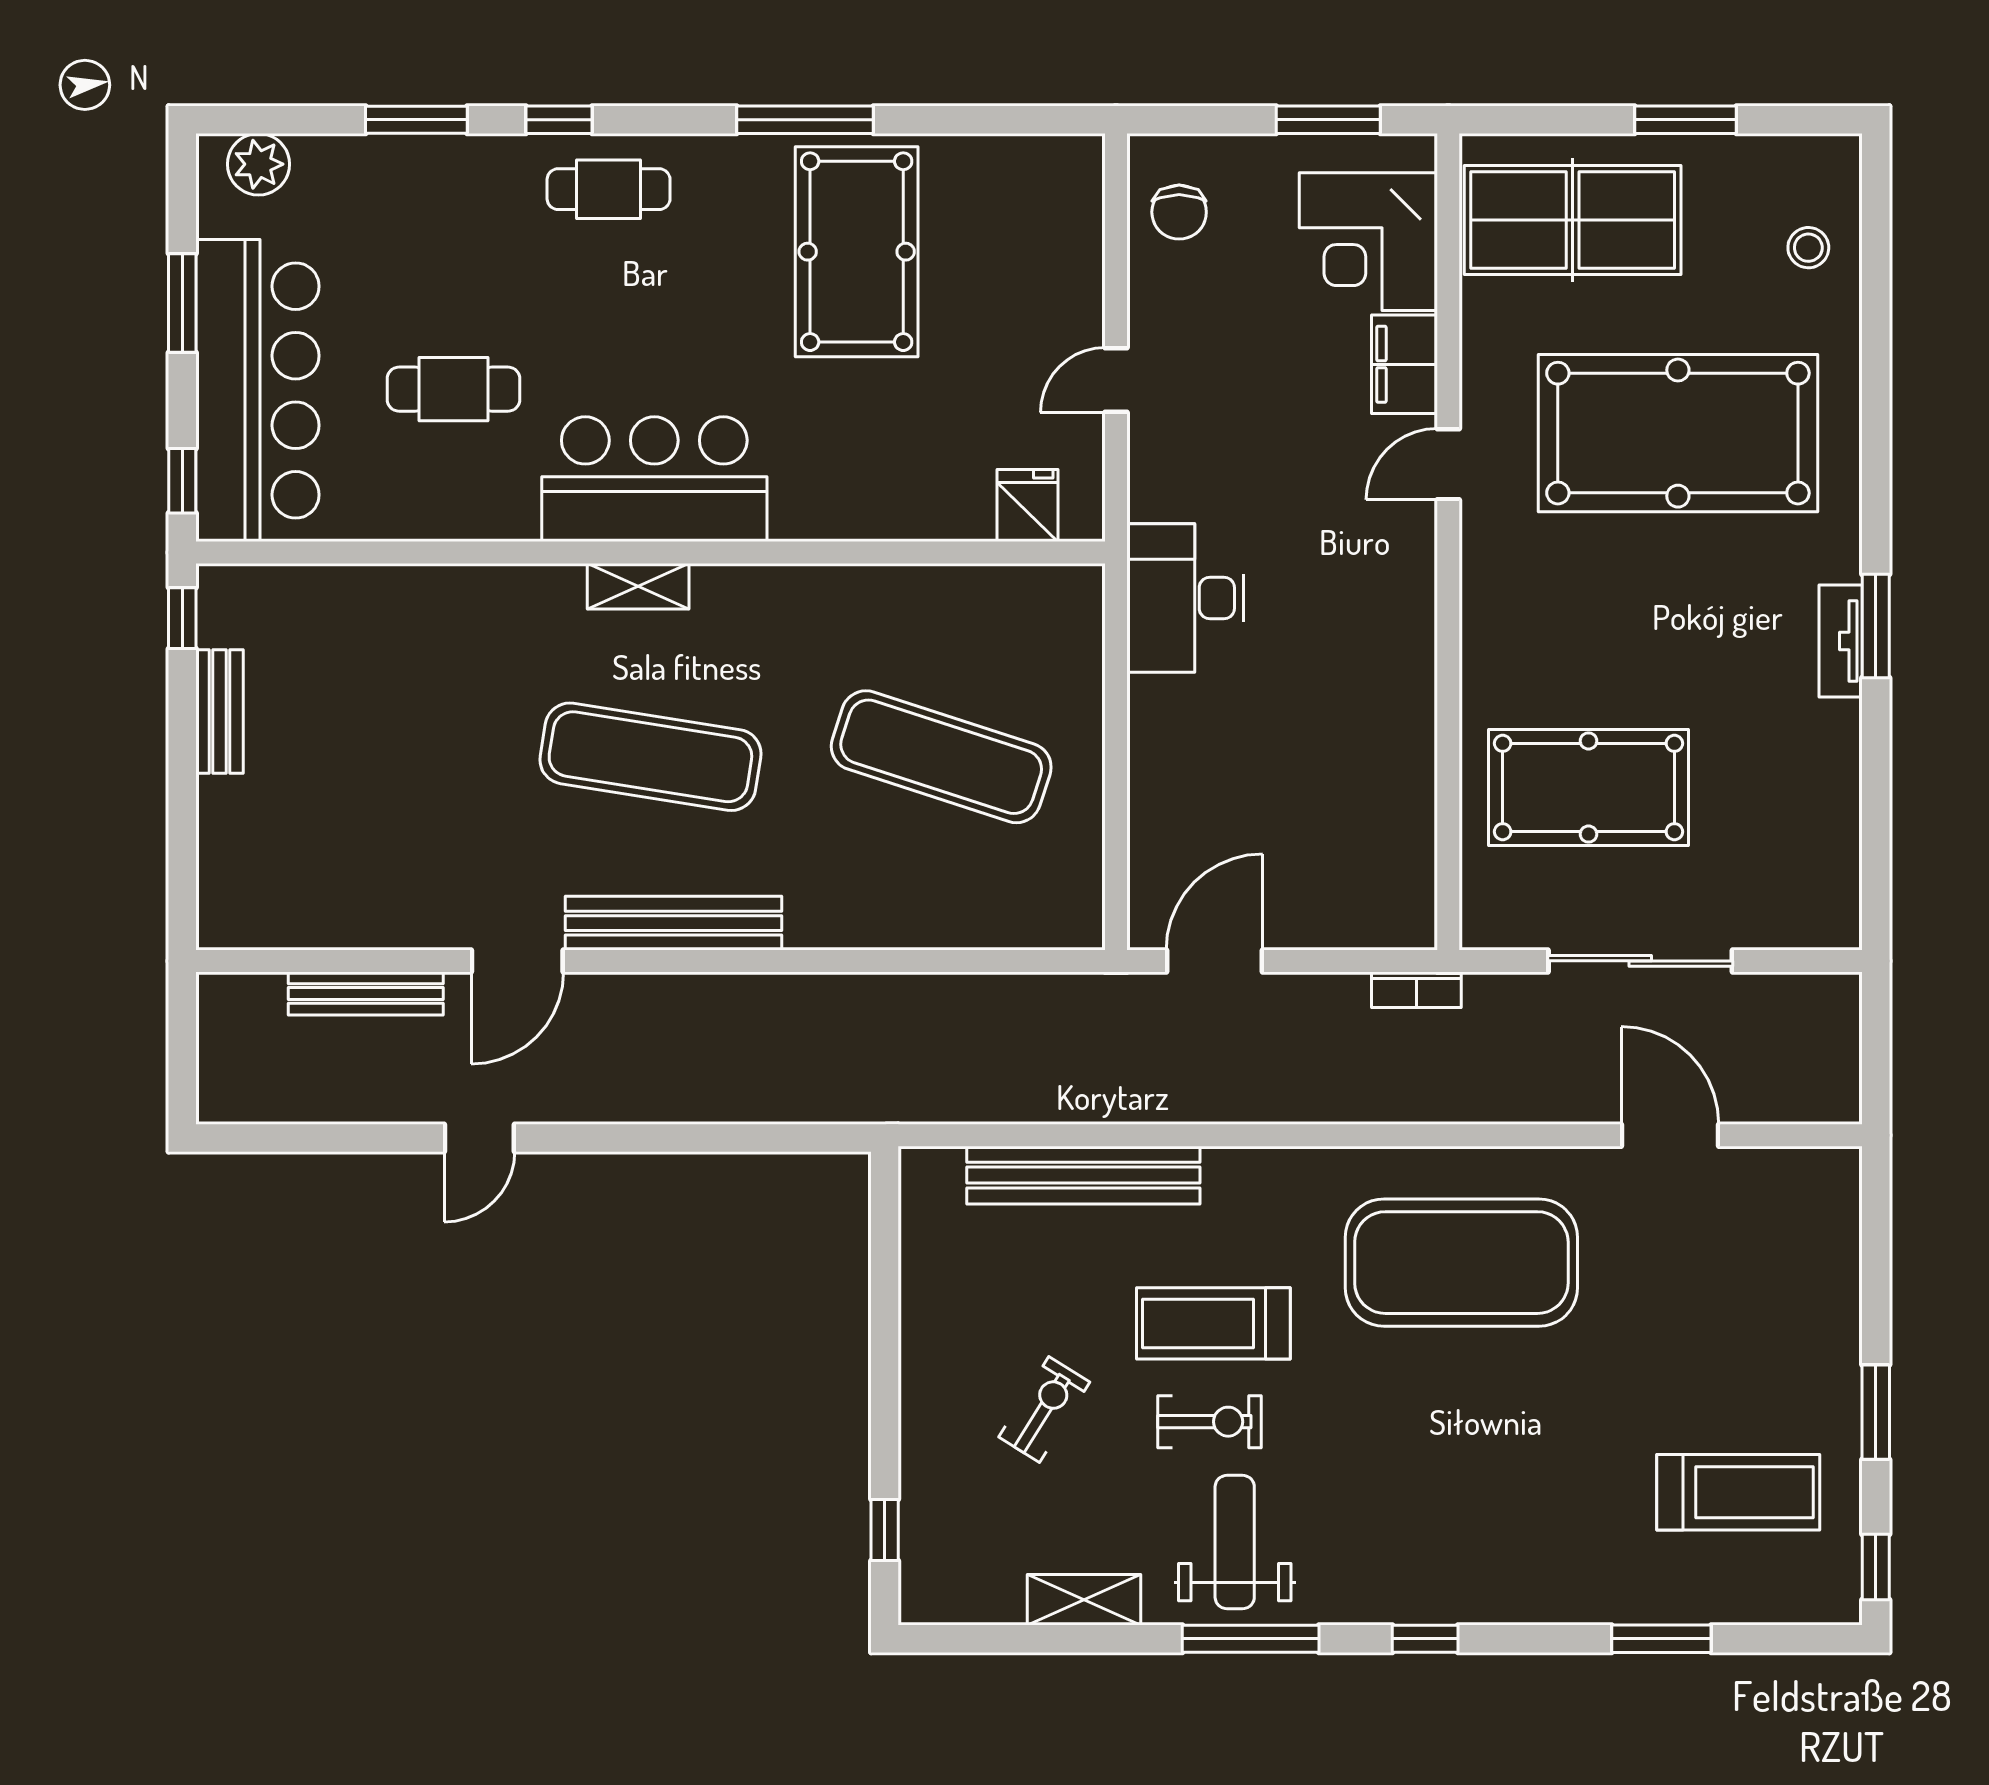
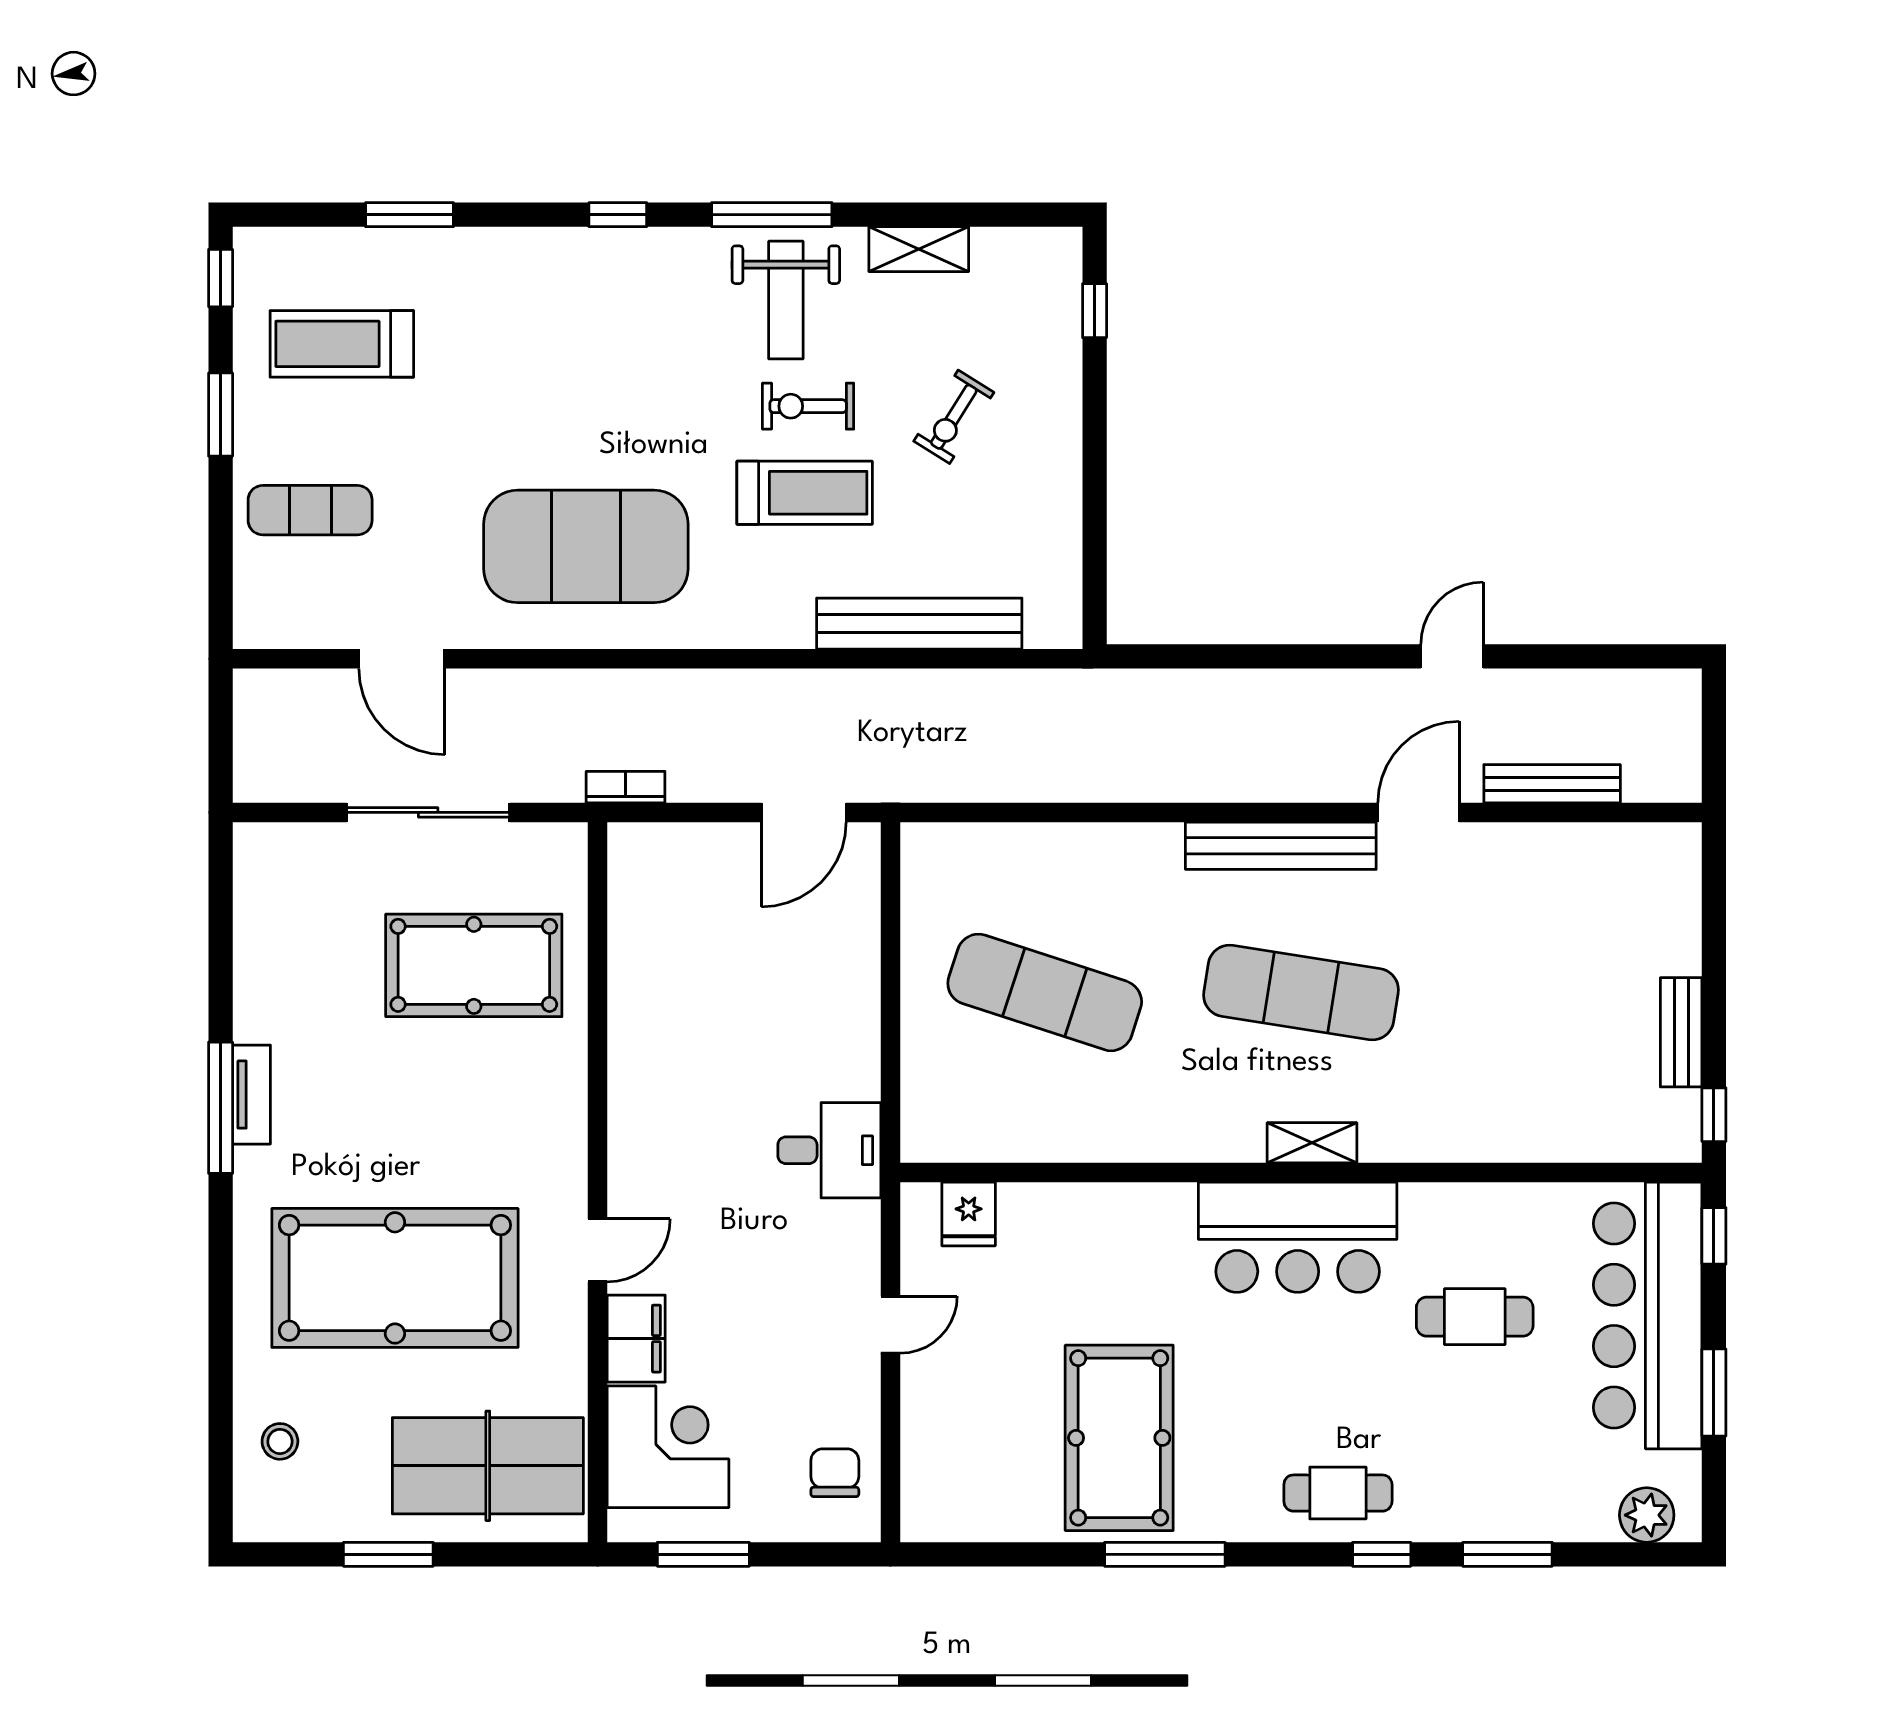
desk: (1185, 598) -> (829, 1150), width x0.73
window: (1876, 626) -> (221, 1108), width x1.44
exercise mat: (1774, 1304) -> (310, 510), added

